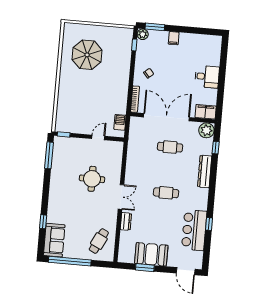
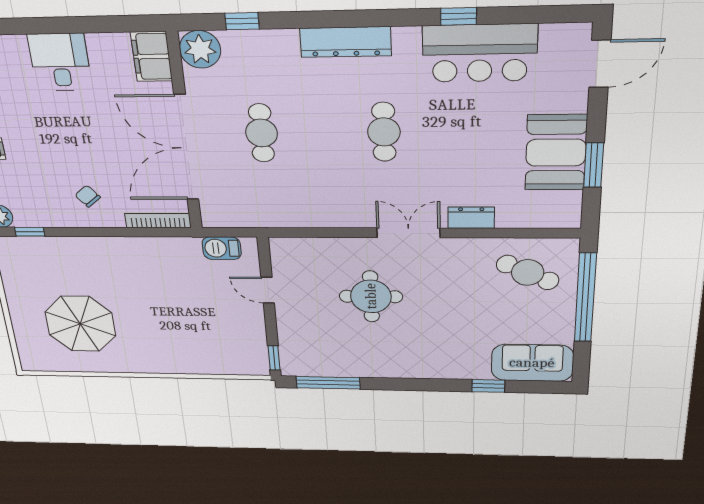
dresser: (205, 171) -> (346, 42), moved
window: (70, 261) -> (585, 298), moved

